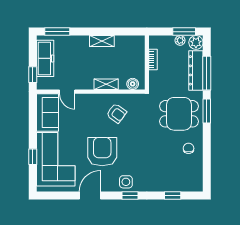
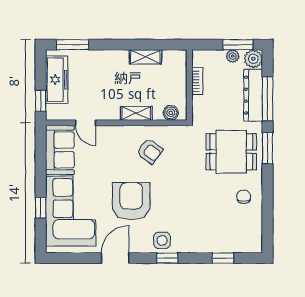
shelving: (102, 41) -> (145, 57), moved

